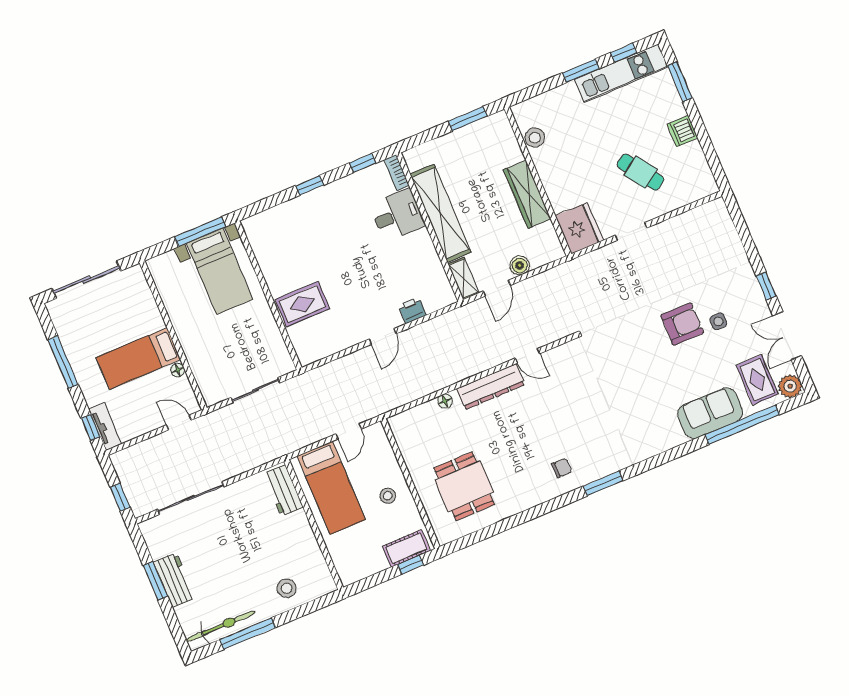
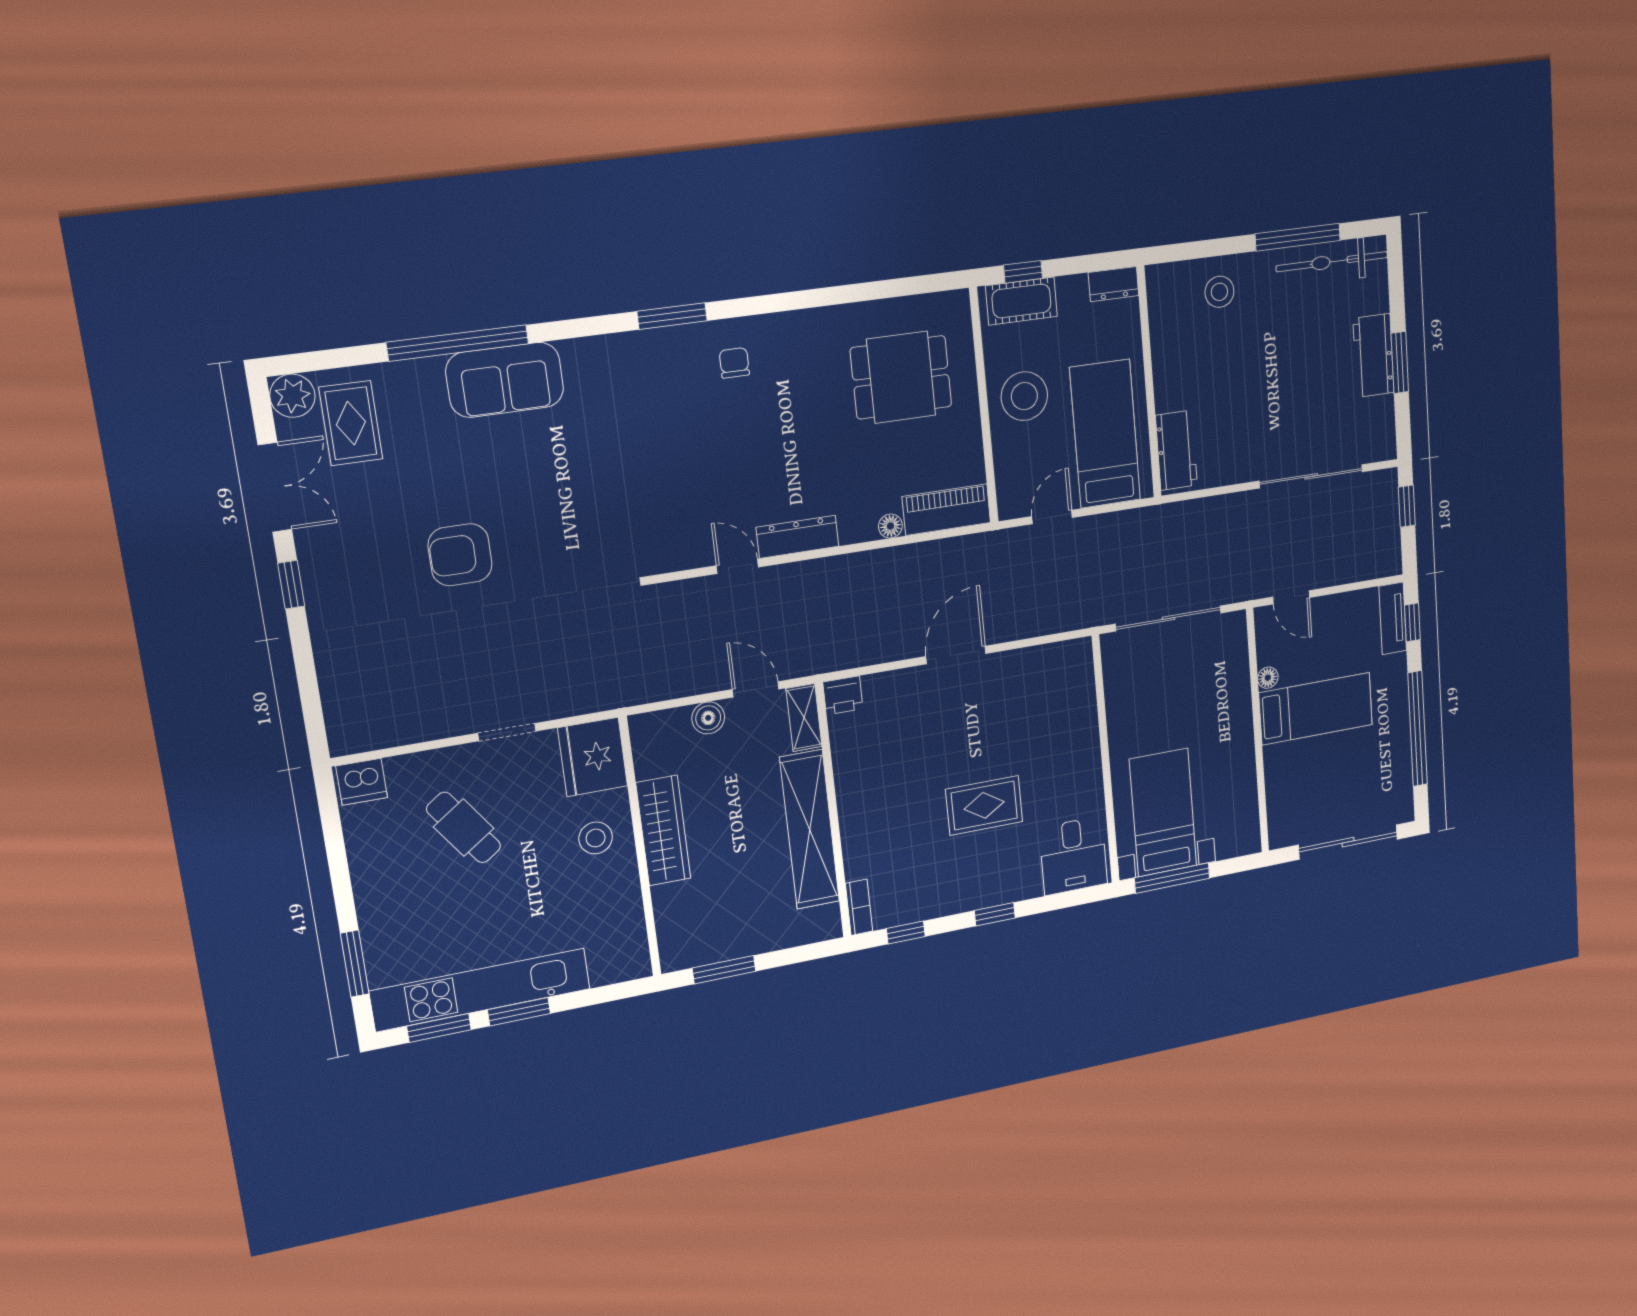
window: (624, 53) -> (439, 1028), width x1.50
kitchen unit: (621, 73) -> (481, 990), width x1.36
dishwasher: (682, 131) -> (362, 782), moved, turned 90
stool: (535, 138) -> (596, 838), moved
desk: (397, 215) -> (1073, 856), moved, turned -90
door: (497, 288) -> (756, 689), hinge flipped
rug: (302, 304) -> (984, 805), moved
printer: (412, 310) -> (843, 695), moved
side table: (718, 321) -> (394, 544), removed
door: (383, 336) -> (956, 655), width x1.38
window: (63, 362) -> (1418, 729), width x1.46
dresser: (491, 387) -> (797, 537), width x0.73, depth x0.80
sliding door: (255, 390) -> (1169, 618), width x1.37
sofa: (710, 413) -> (505, 380), moved
piano: (414, 419) -> (947, 510), added
window: (742, 425) -> (458, 343), moved
chair: (562, 468) -> (734, 363), turned 90
dining table: (464, 486) -> (901, 377), turned 90
stool: (388, 496) -> (1024, 396), width x1.89, depth x1.89
dresser: (354, 574) -> (1114, 284), added

